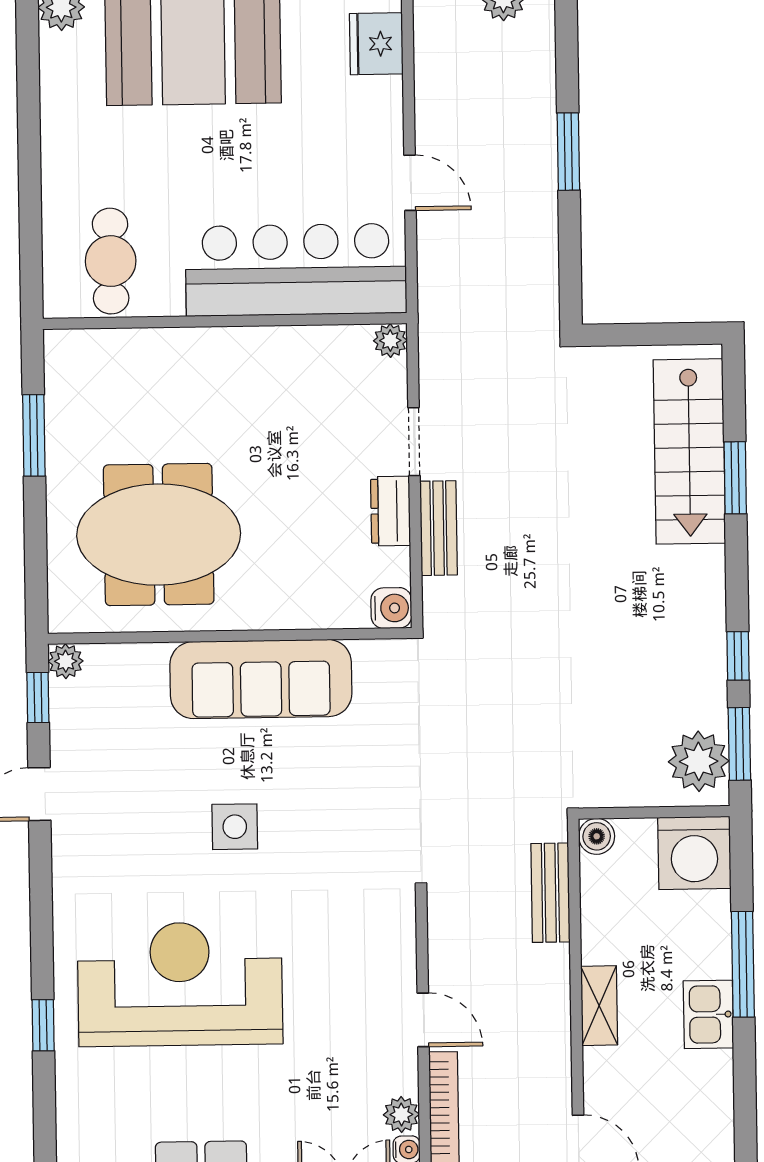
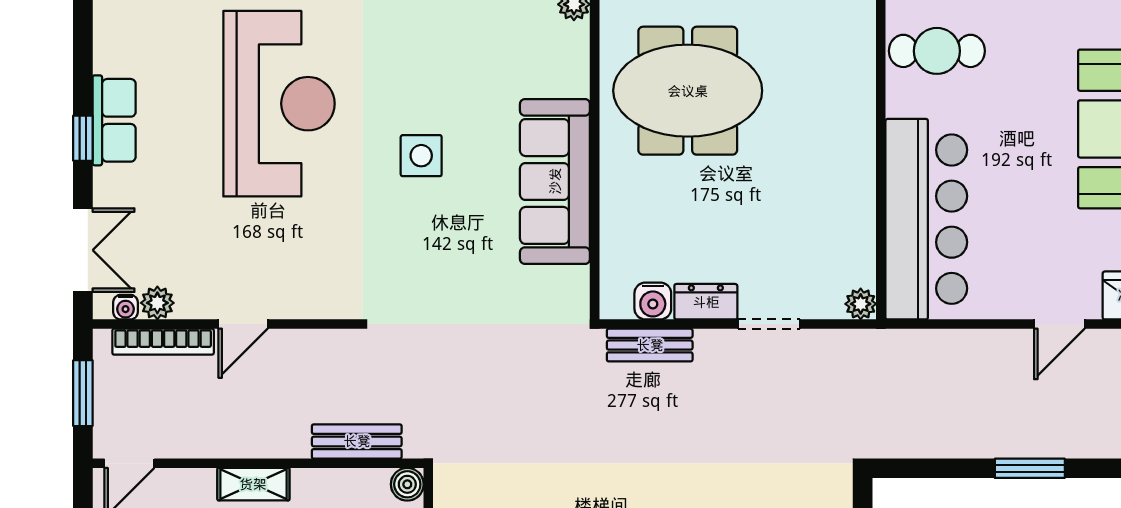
door: (410, 183) -> (1059, 324), moved
bench: (439, 528) -> (650, 345), moved
meeting table: (159, 535) -> (688, 91), turned 90
water cooler: (391, 608) -> (653, 301), moved

